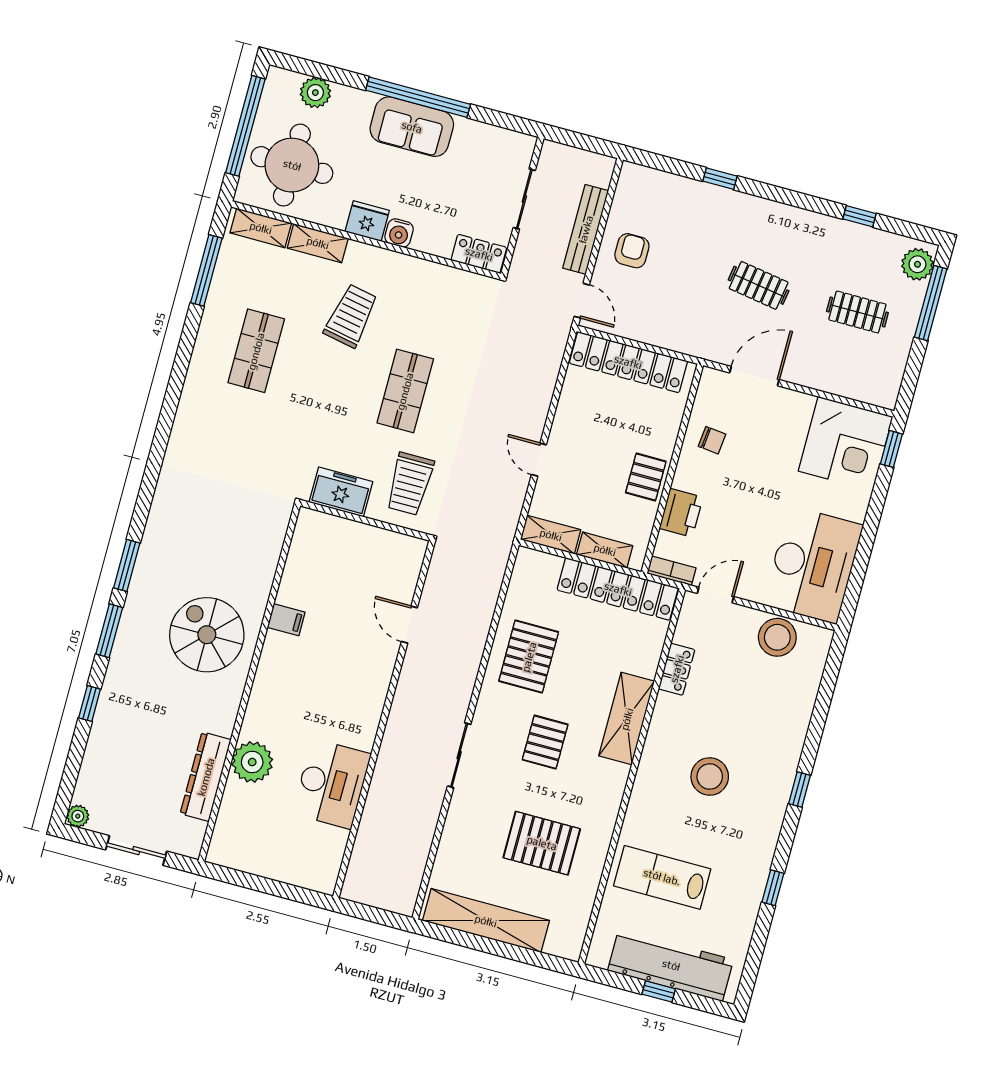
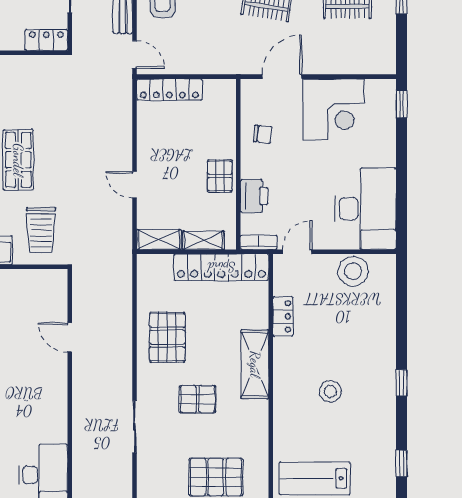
locker: (628, 362) -> (169, 90), width x0.71, depth x0.83
corner desk: (846, 444) -> (334, 109), moved
pallet: (545, 742) -> (197, 399), turned 90
stool: (710, 776) -> (330, 391), width x0.73, depth x0.73

